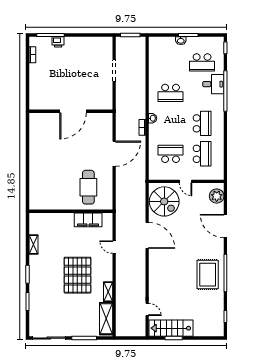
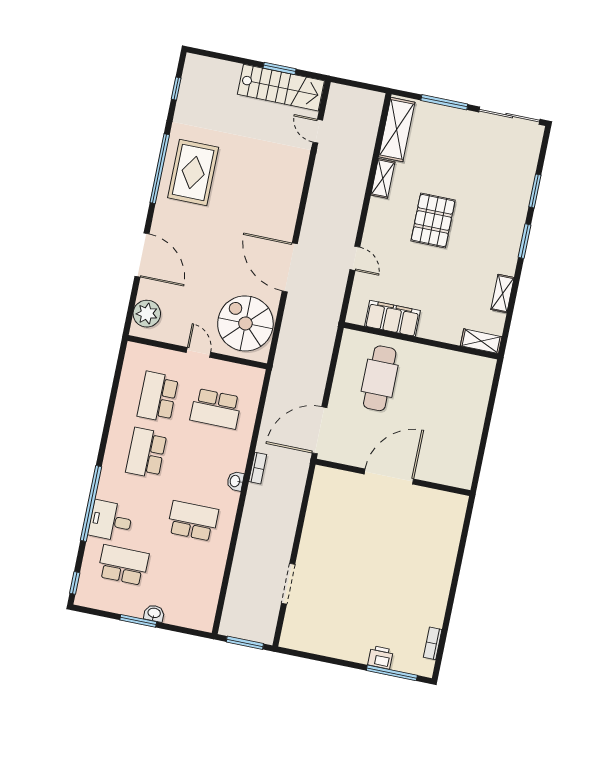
wall: (71, 111) -> (393, 477), moved
door: (73, 111) -> (389, 477), moved
shelving: (39, 217) -> (481, 341), added
pallet: (77, 275) -> (433, 220), width x0.73, depth x0.71

